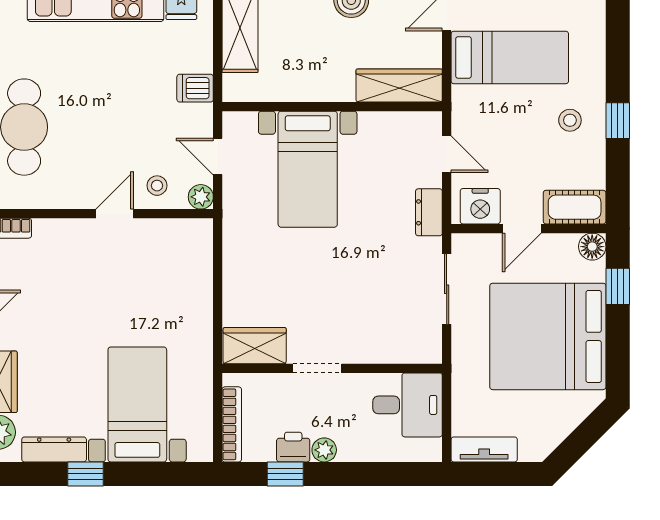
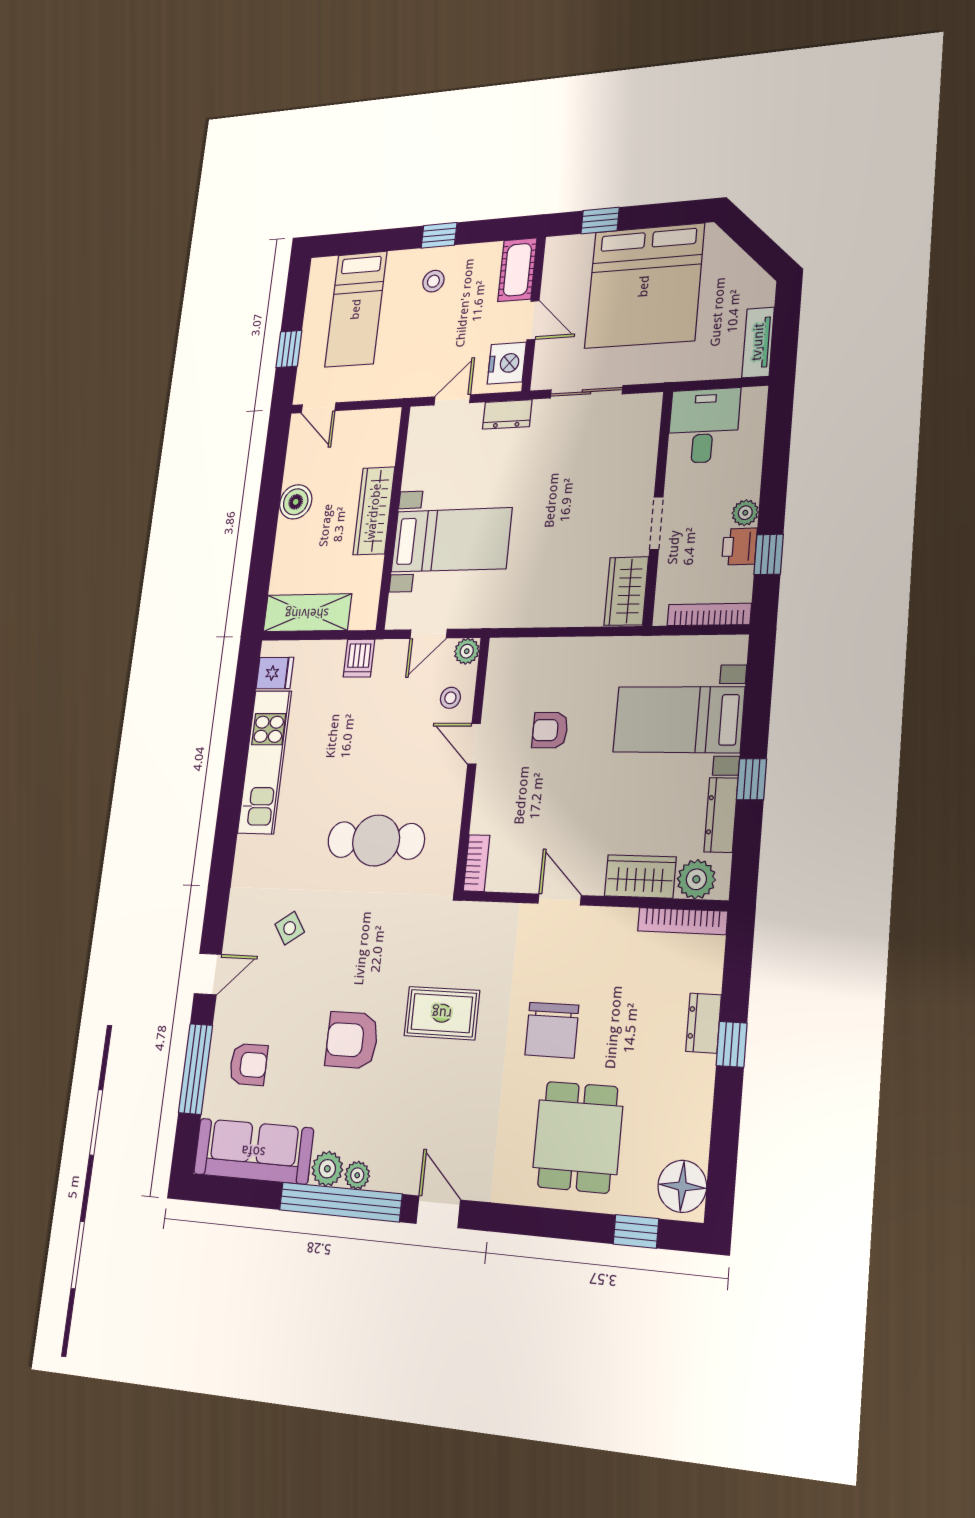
bed: (510, 57) -> (356, 309), moved, turned 180
wardrobe: (399, 85) -> (374, 511), moved
floor lamp: (592, 247) -> (558, 249), removed
armchair: (127, 286) -> (550, 730), added

